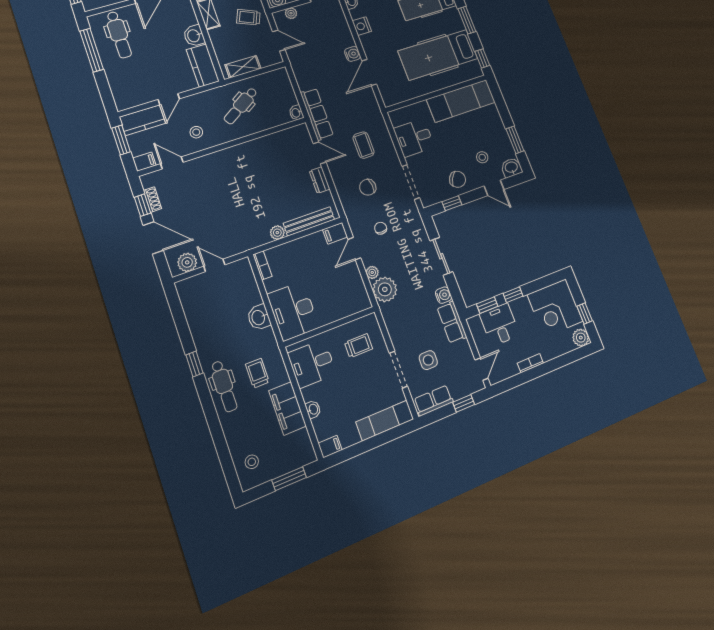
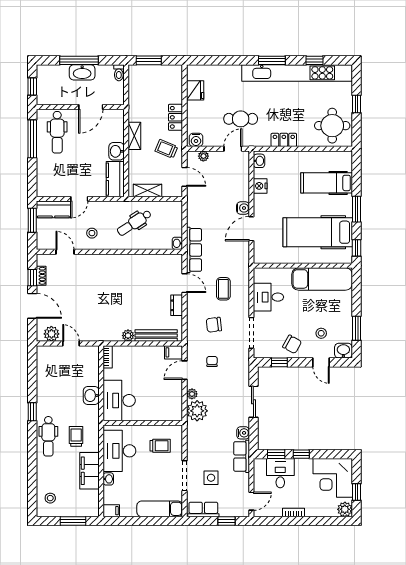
filing cabinet: (144, 162) -> (44, 244), removed
desk: (312, 364) -> (119, 451), width x1.37

